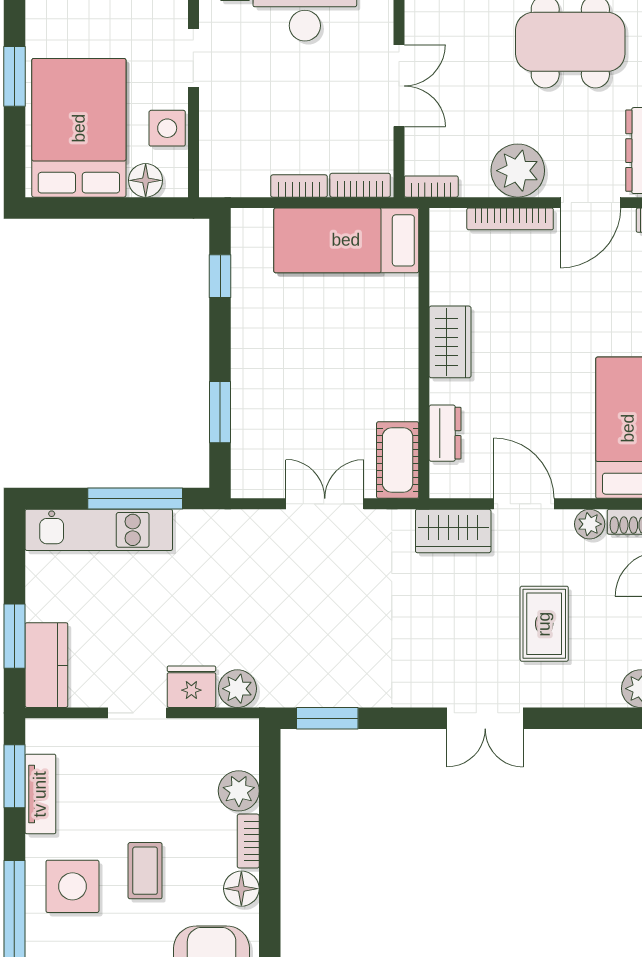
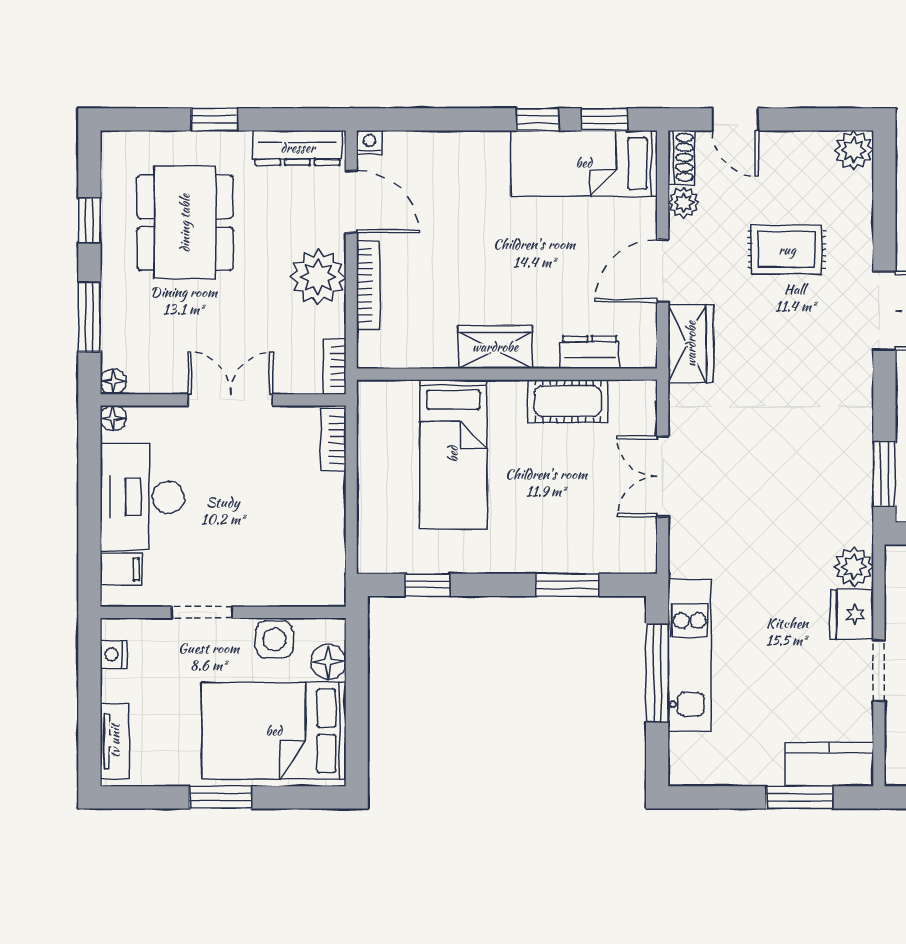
bookcase: (299, 186) -> (334, 503), removed
bed: (346, 240) -> (453, 454), moved
cot: (398, 460) -> (568, 401), moved
kitchen unit: (99, 530) -> (690, 656), moved

